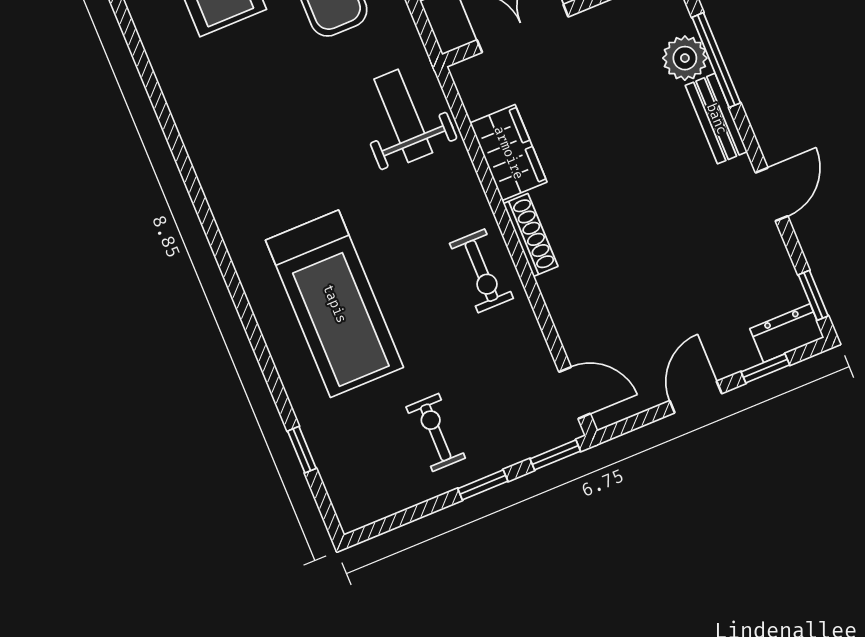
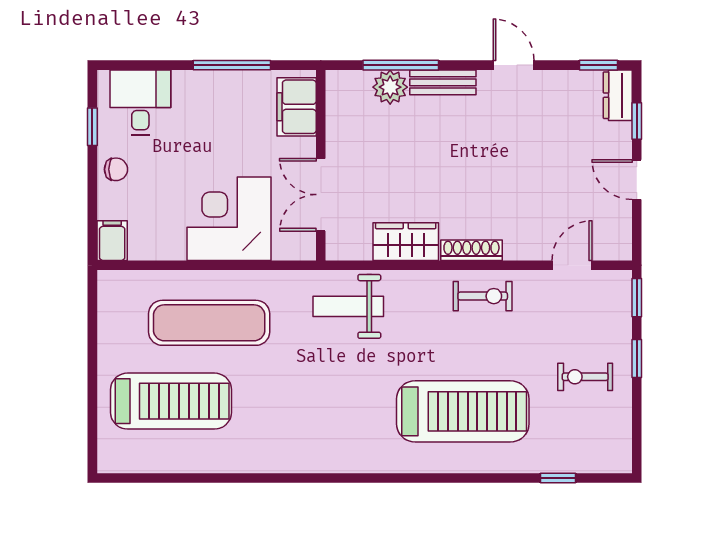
door: (575, 393) -> (572, 265), moved

